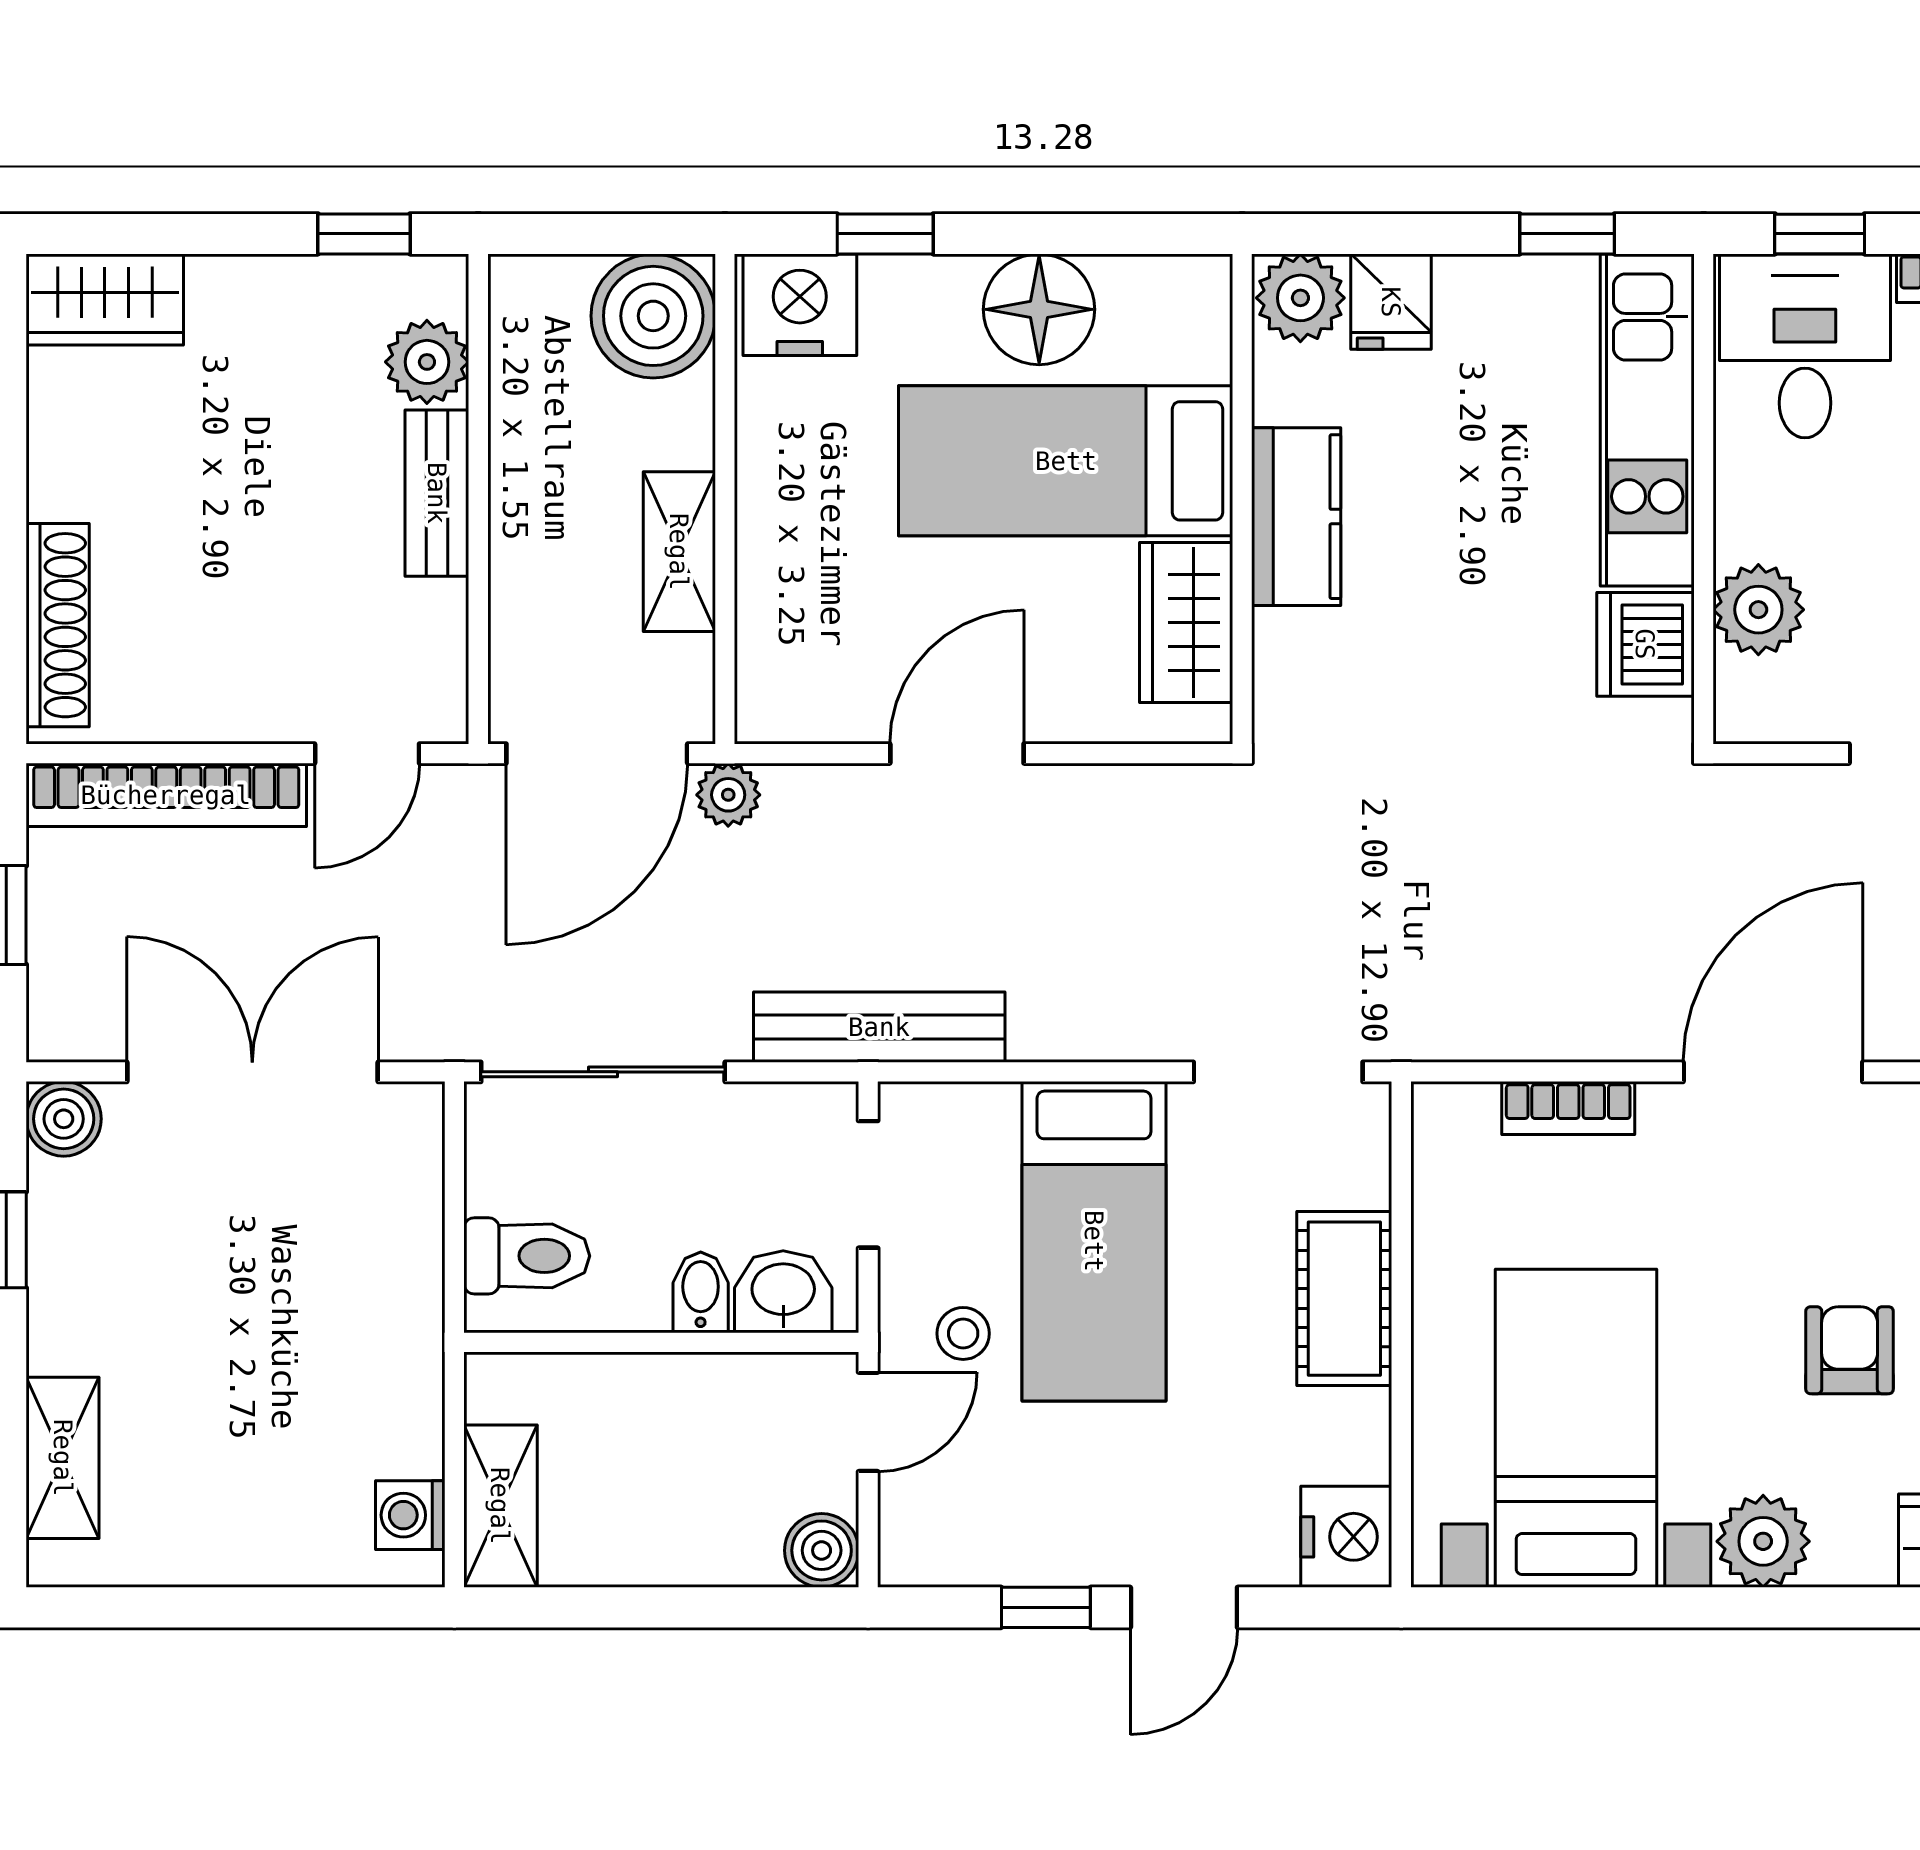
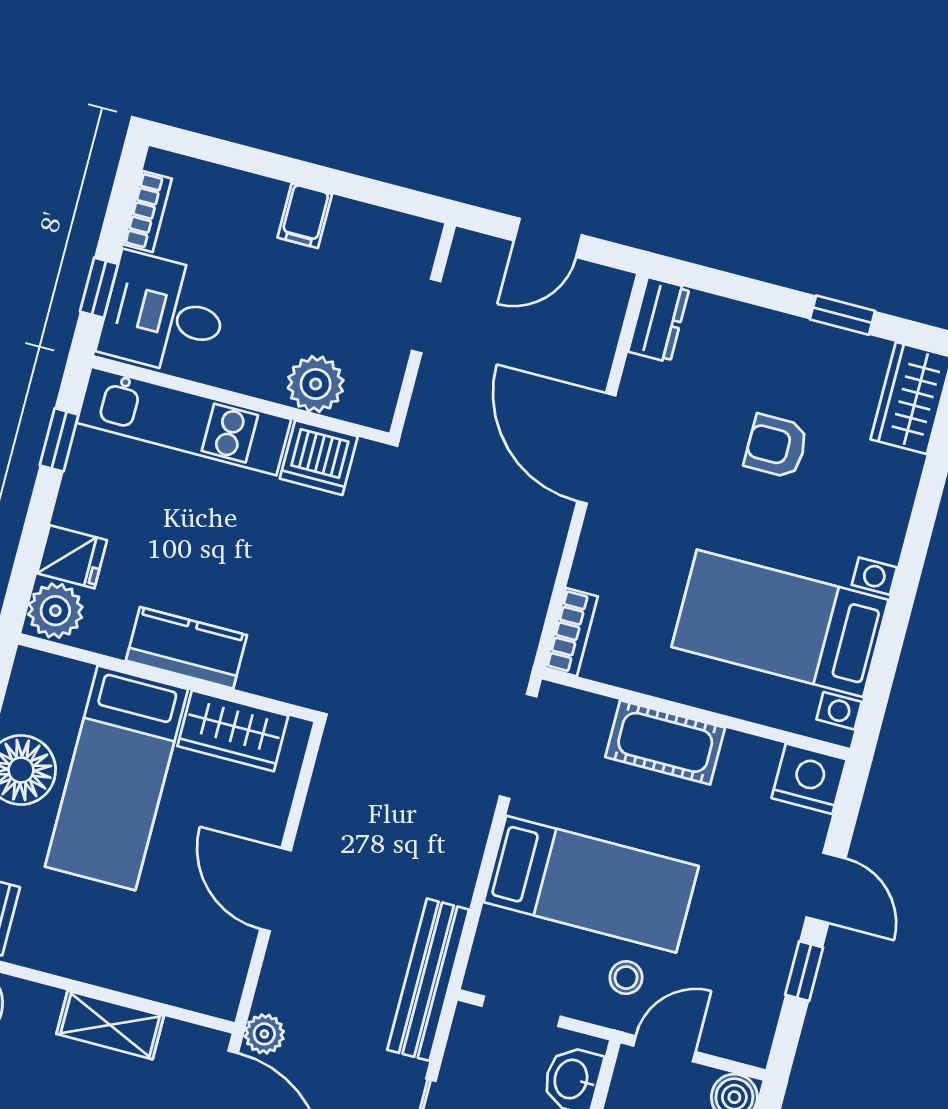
bookcase: (1568, 1108) -> (571, 632), moved
door: (868, 1422) -> (664, 1049), hinge flipped
plant: (1763, 1541) -> (878, 528), removed

